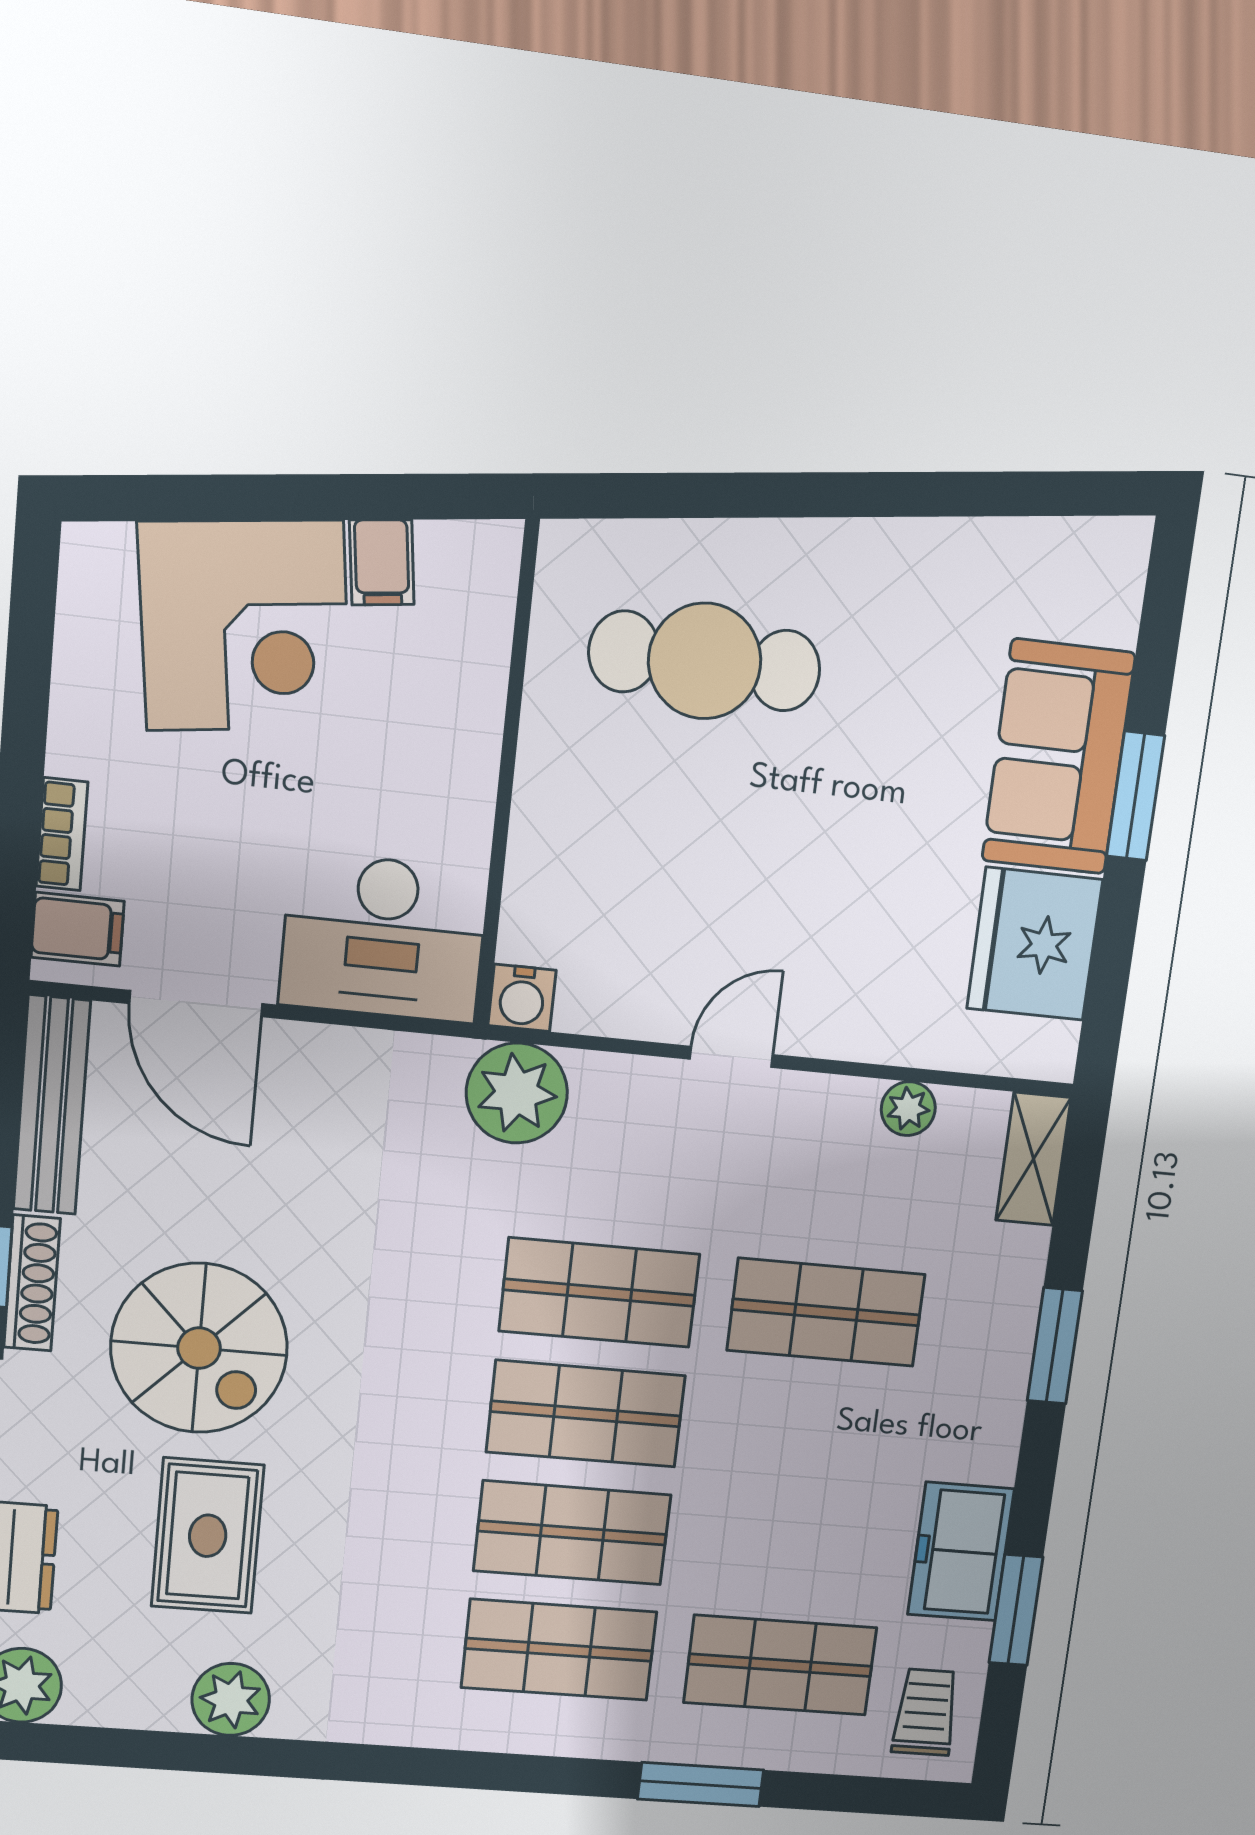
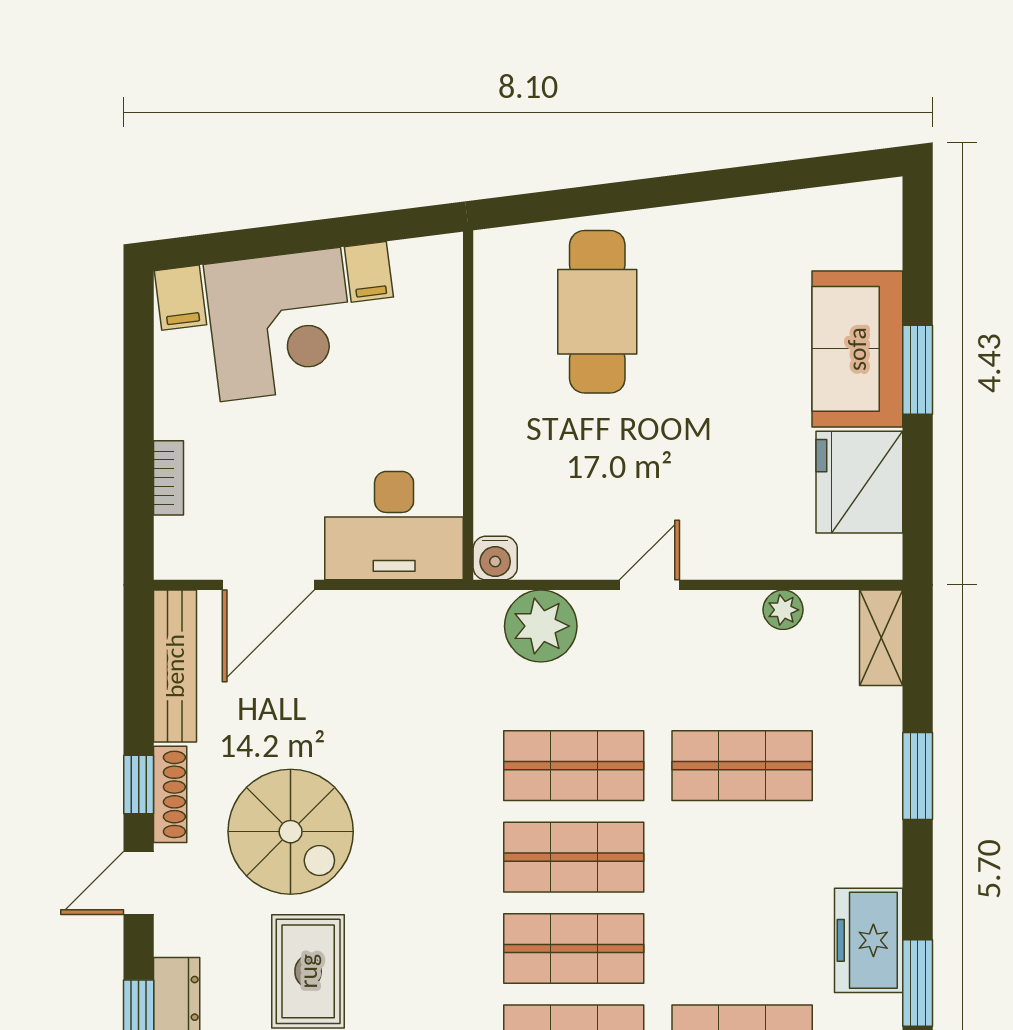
cafe table: (705, 661) -> (597, 312), turned 90
filing cabinet: (78, 929) -> (180, 298), moved, turned 83
door: (196, 1004) -> (268, 585), hinge flipped
plant: (517, 1093) -> (541, 626), moved

